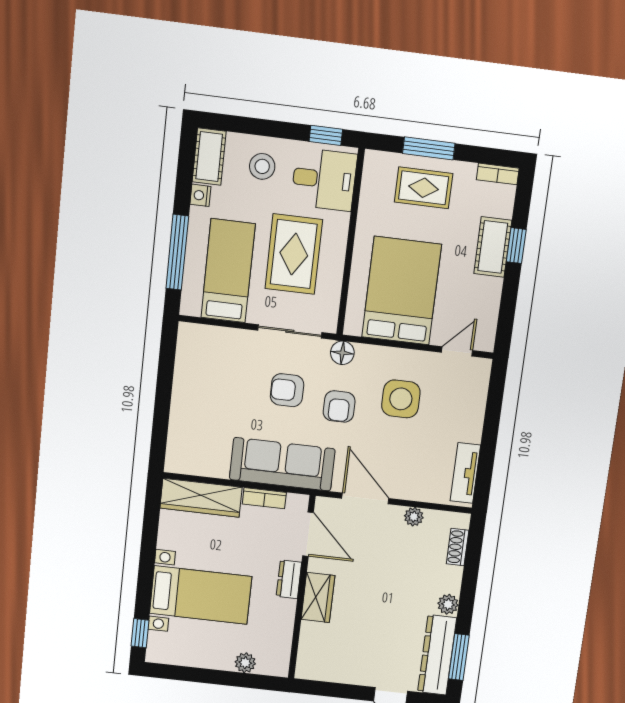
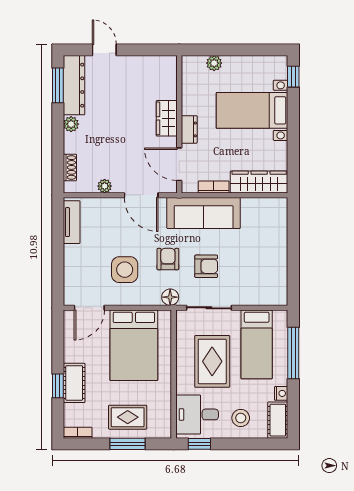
door: (457, 351) -> (89, 308), width x1.38

